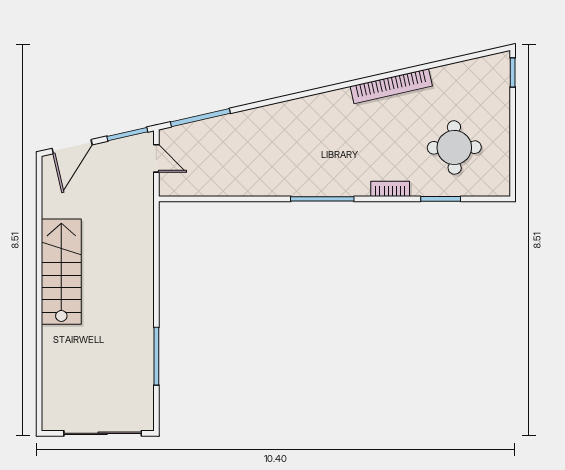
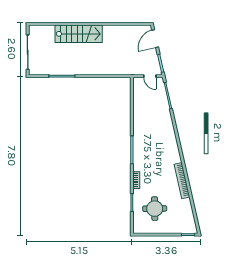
door: (72, 147) -> (155, 39), hinge flipped
door: (156, 158) -> (150, 76), hinge flipped
stairs: (61, 272) -> (79, 34), moved

